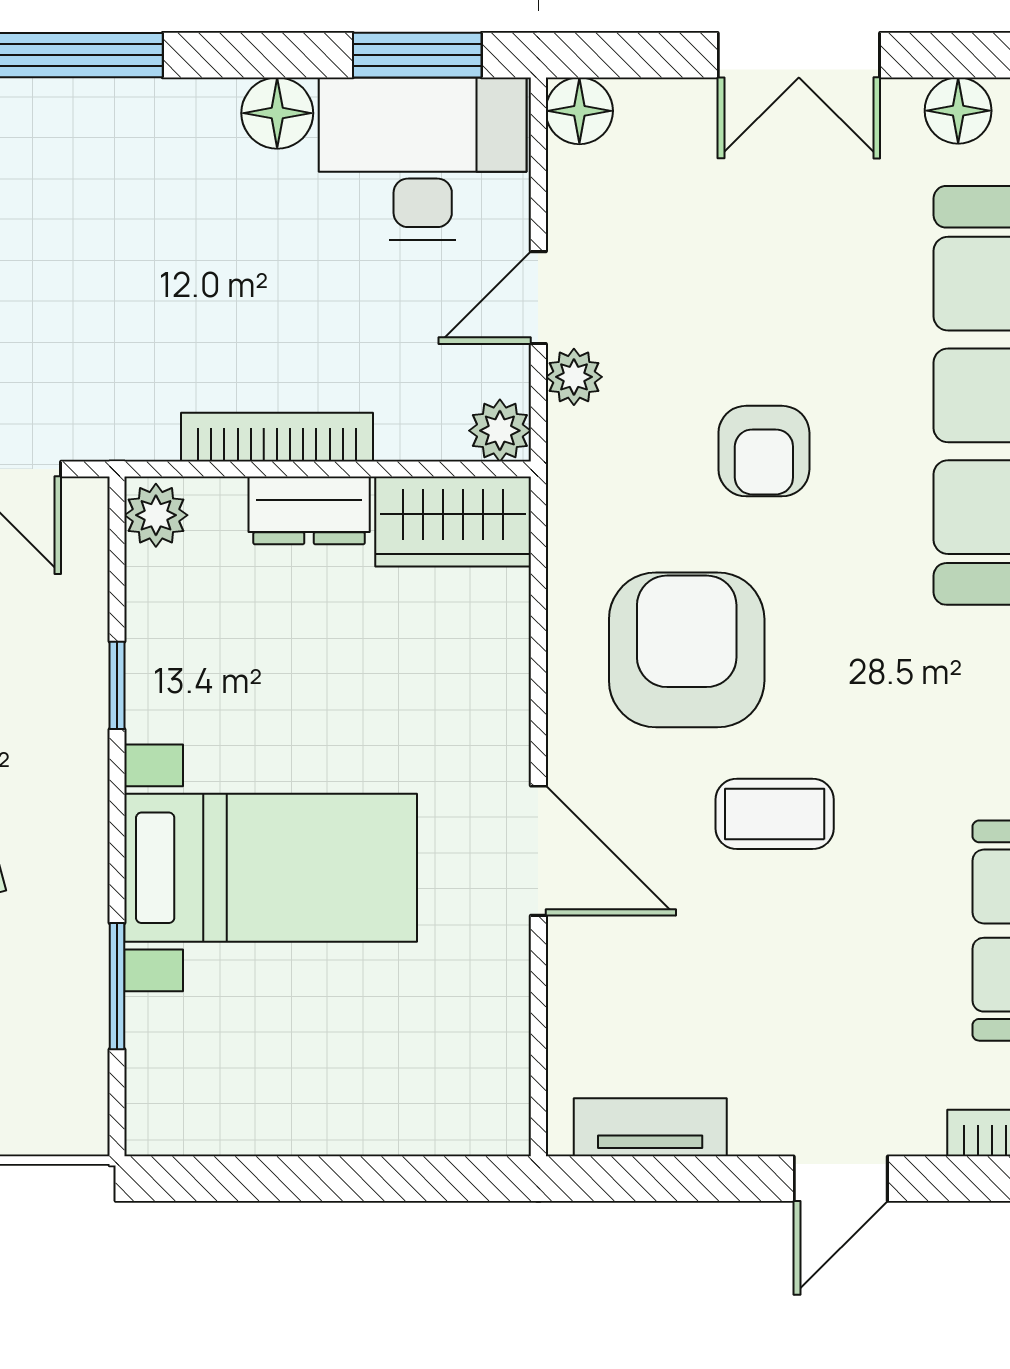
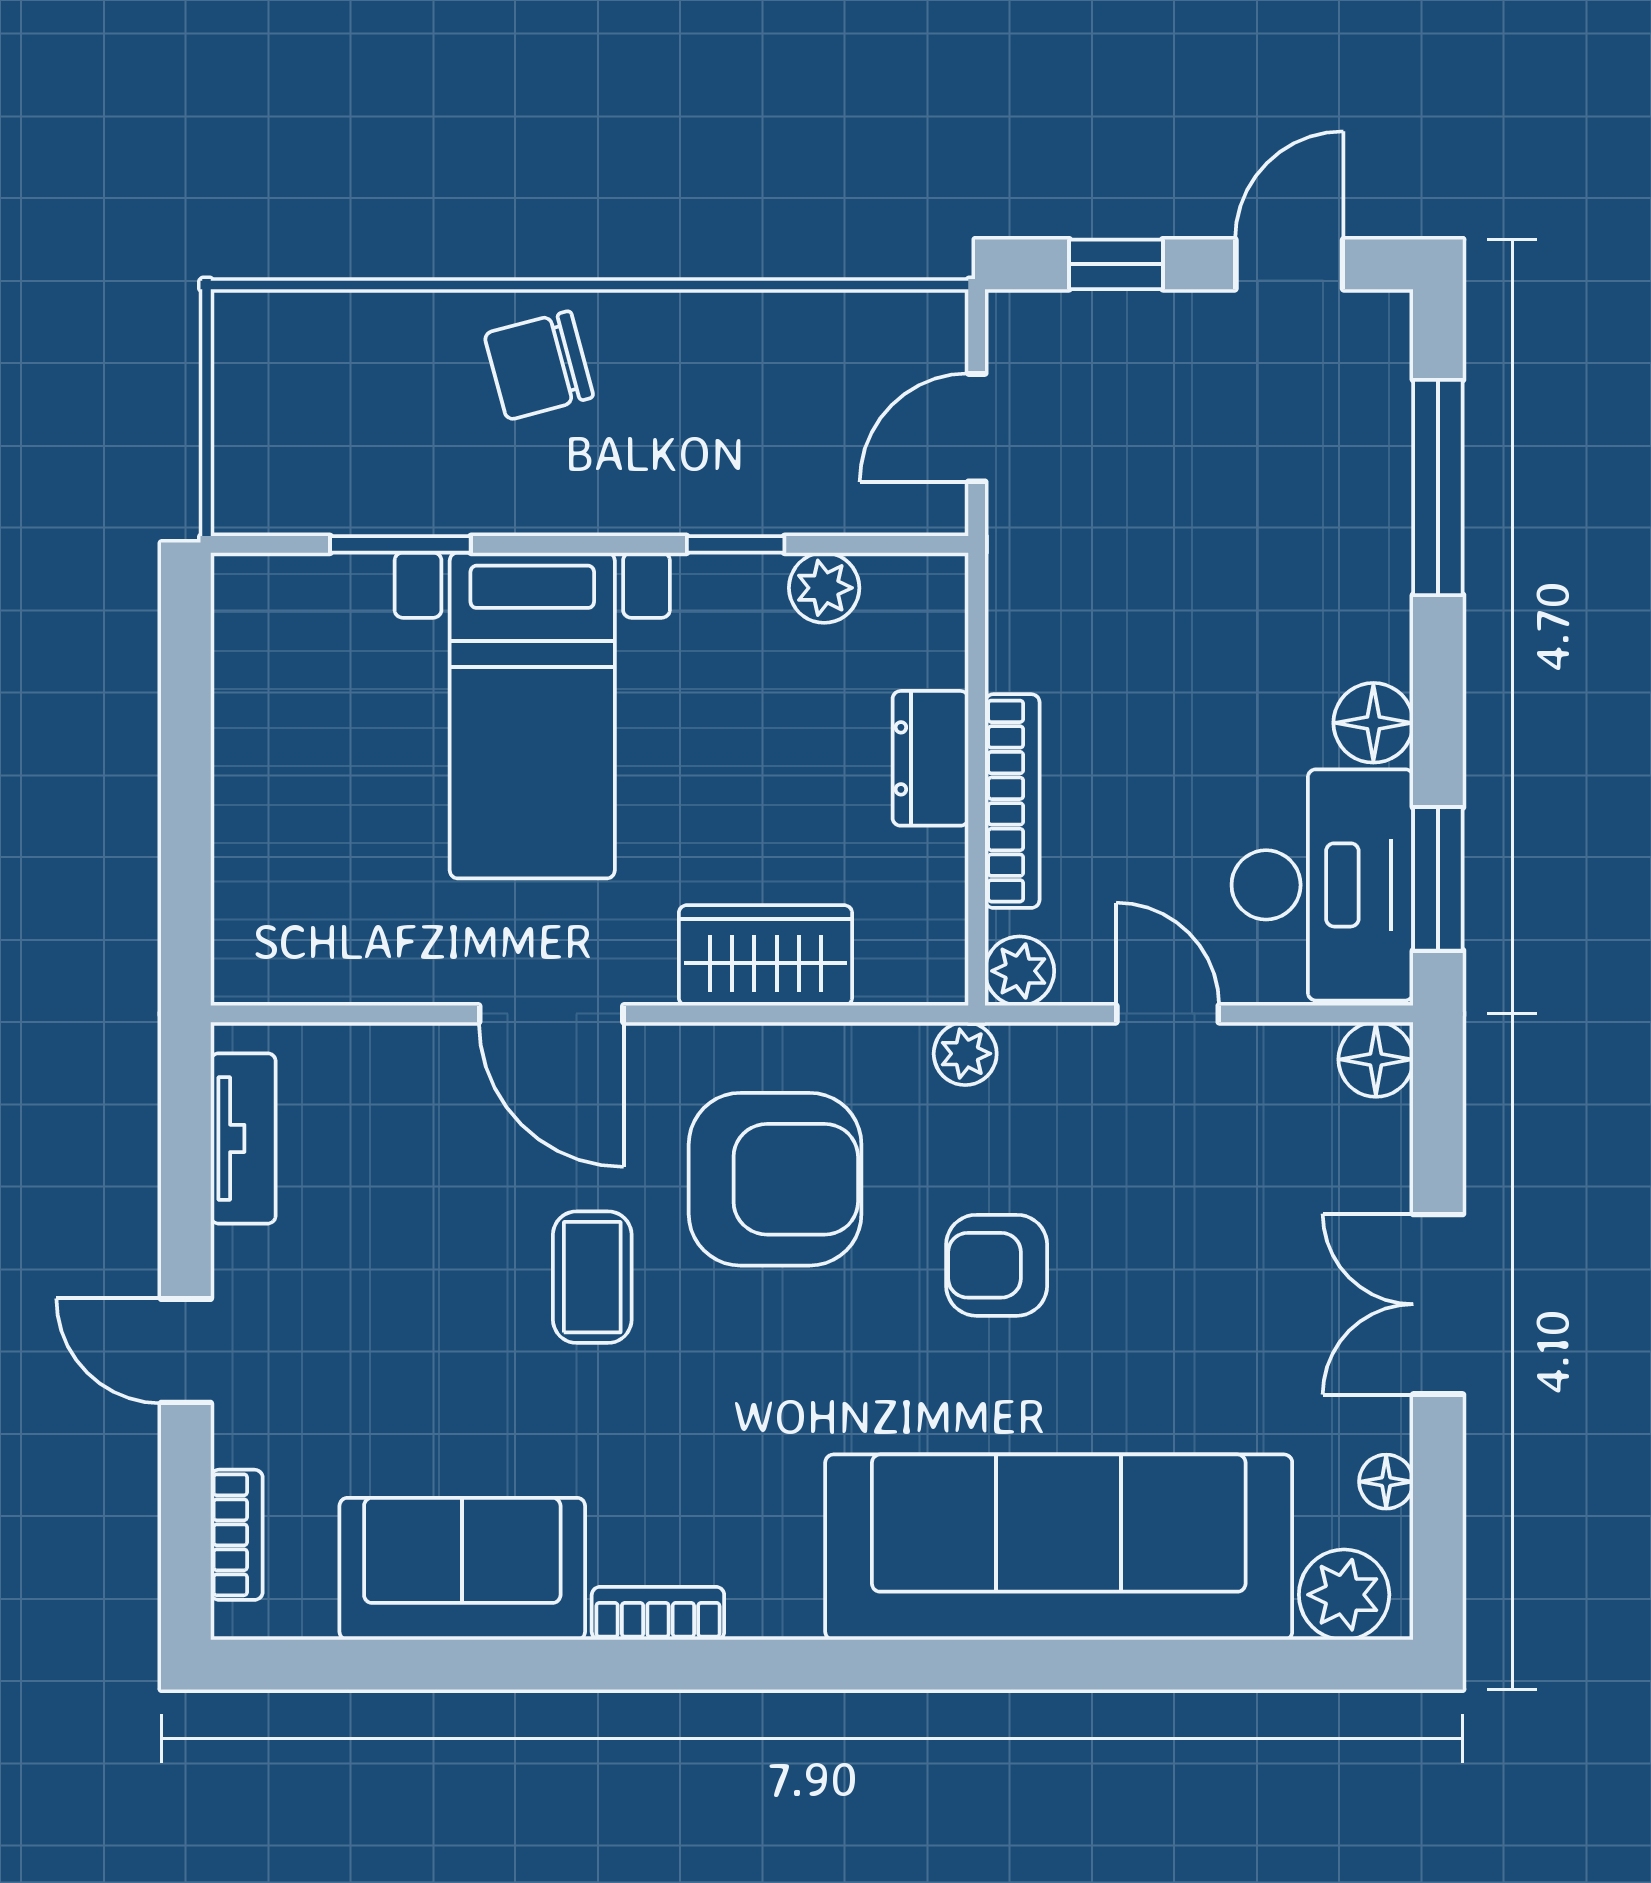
floor lamp: (958, 111) -> (1386, 1482), width x0.73, depth x0.73
plant: (574, 377) -> (965, 1054), moved
bookcase: (277, 437) -> (1012, 801), moved
plant: (156, 515) -> (824, 588), moved
wardrobe: (453, 521) -> (765, 955), moved, turned 90
door: (538, 851) -> (551, 1014), hinge flipped

